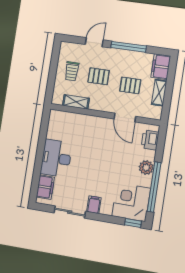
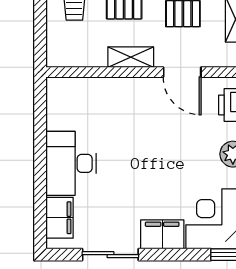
shelving: (76, 102) -> (131, 57), moved
filing cabinet: (94, 205) -> (162, 234), width x2.00

